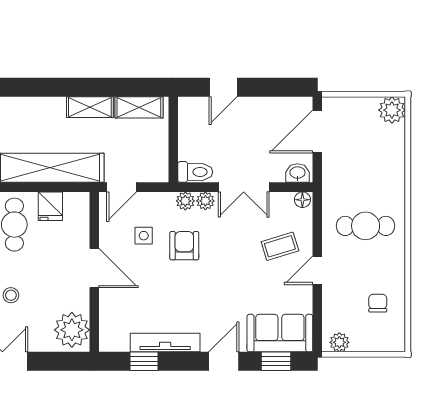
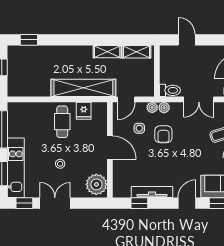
door: (223, 87) -> (187, 40), swing flipped
plant: (205, 201) -> (152, 108), moved
armchair: (184, 246) -> (163, 134), turned 180

